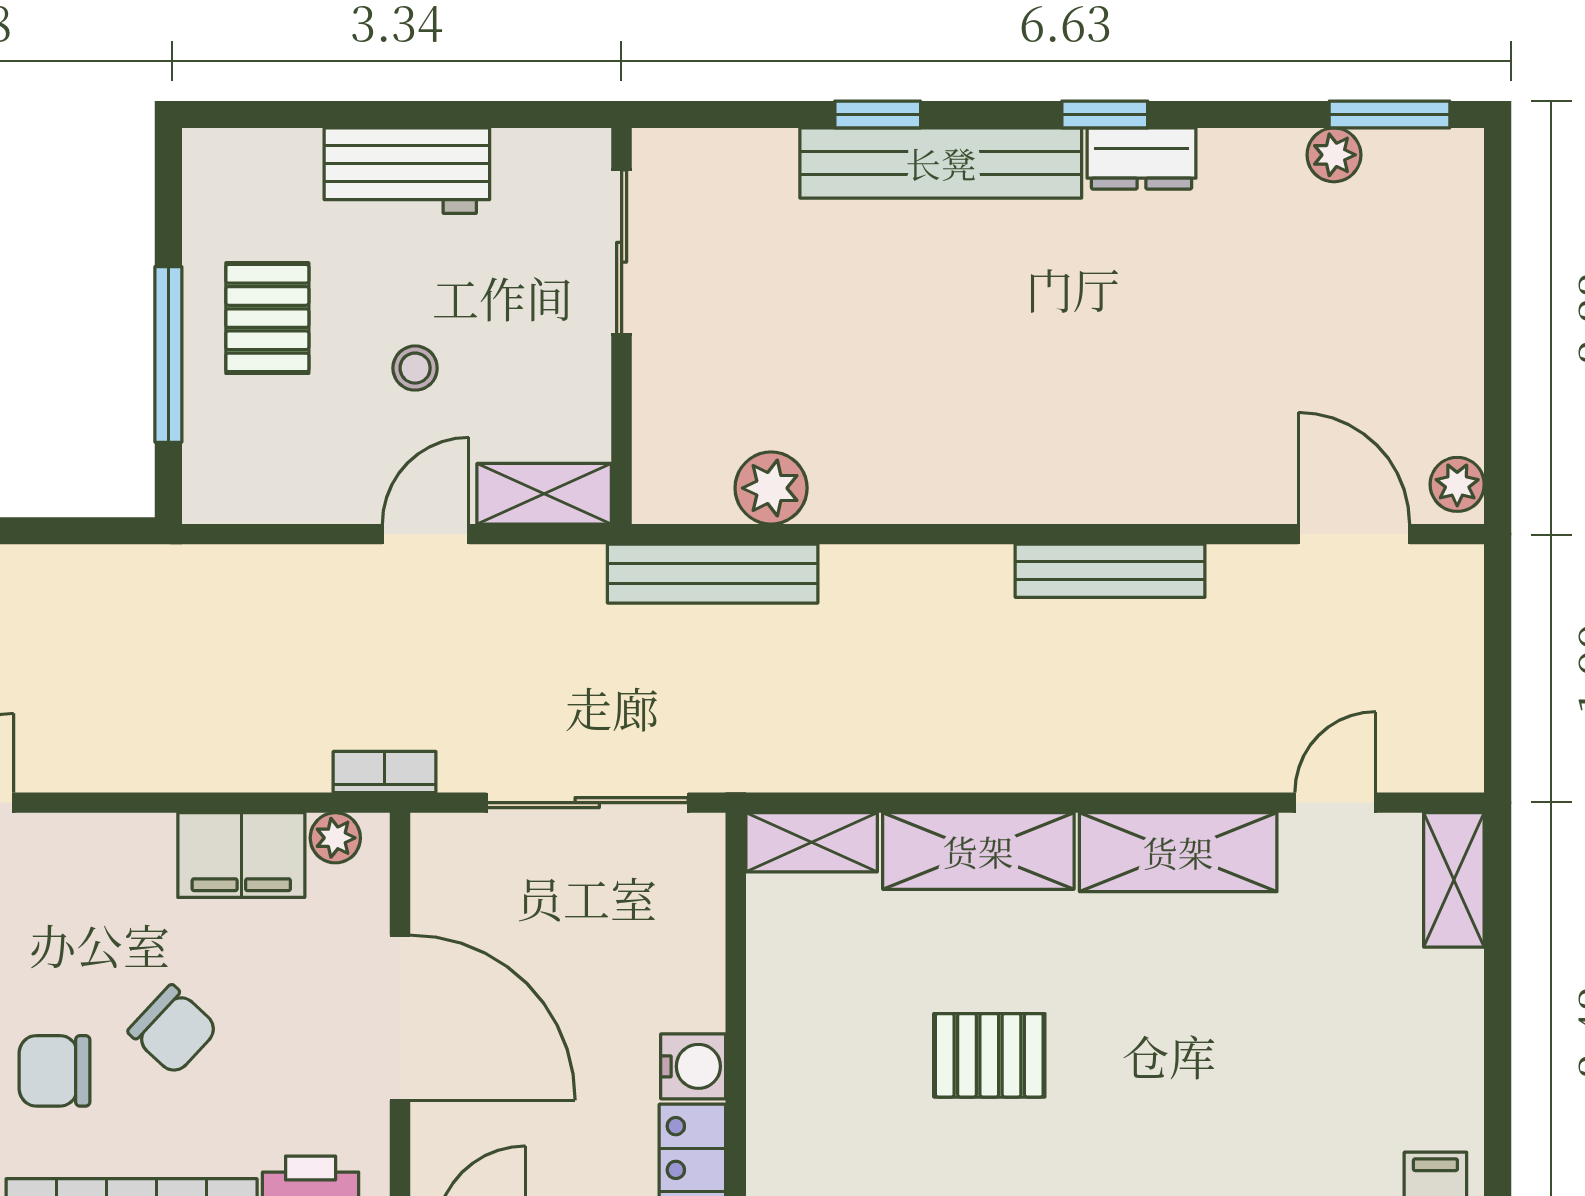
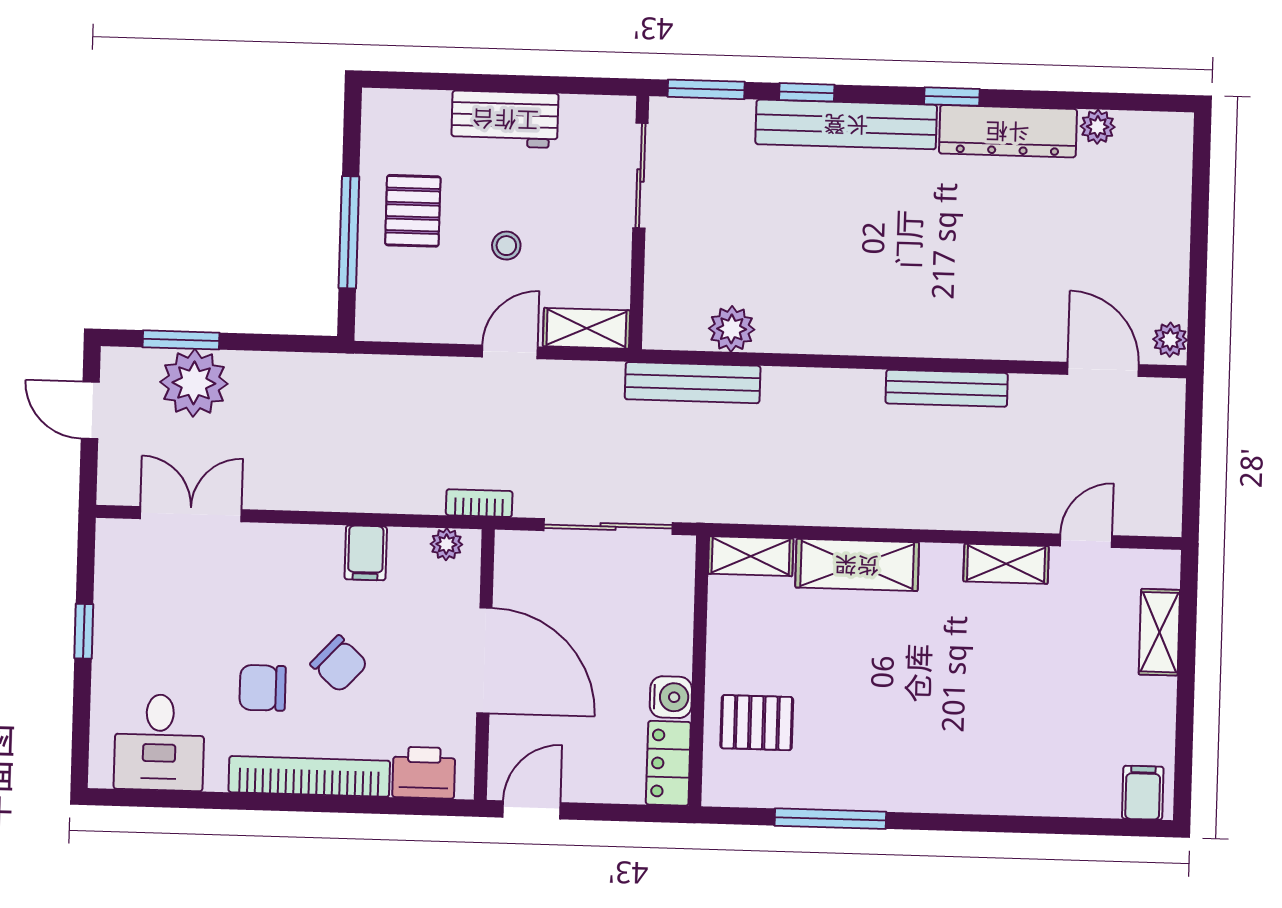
window: (1390, 115) -> (706, 89), moved
dresser: (1142, 159) -> (1008, 131), width x1.96, depth x1.24
shelving: (1178, 852) -> (1006, 564), width x0.67, depth x0.75
filing cabinet: (241, 855) -> (366, 553), width x0.50
shelving: (1454, 880) -> (1159, 632), moved
pallet: (989, 1055) -> (757, 723), moved

